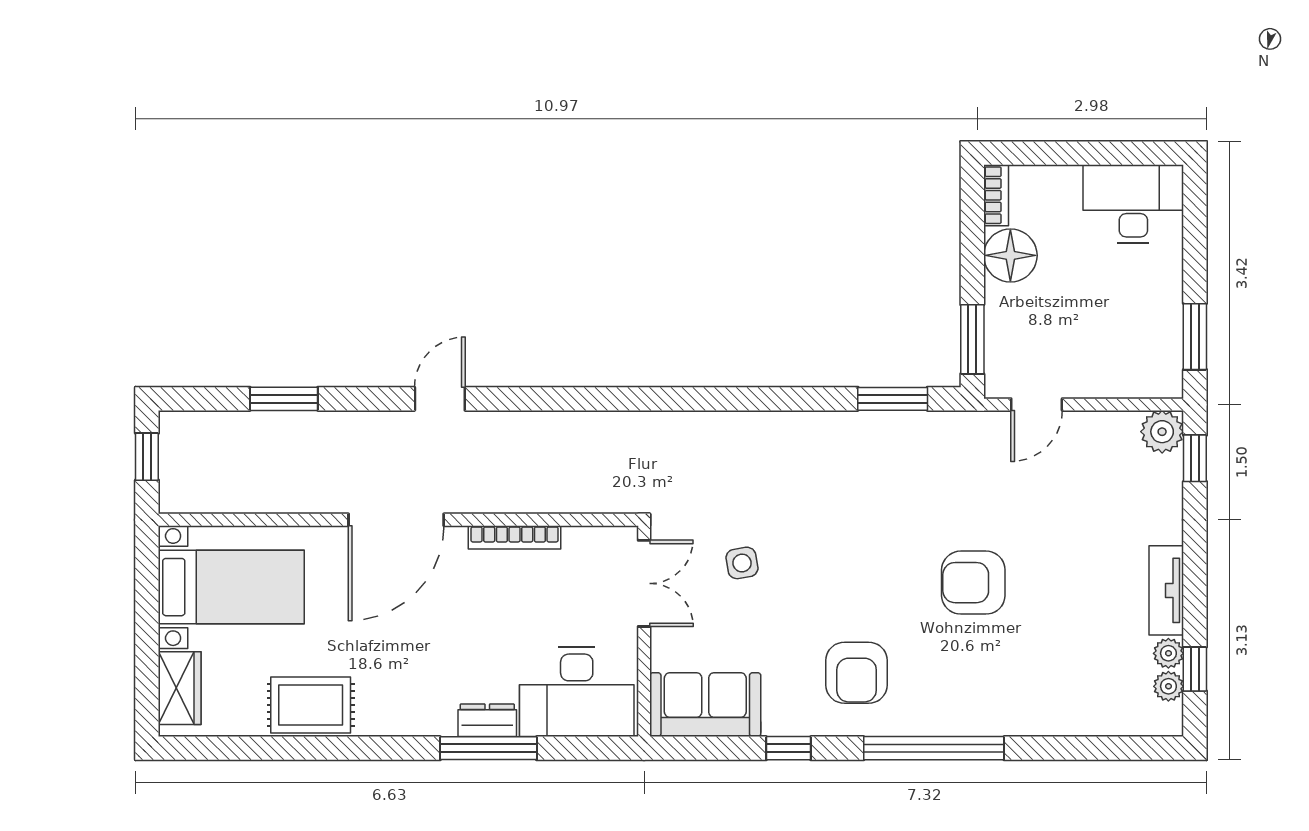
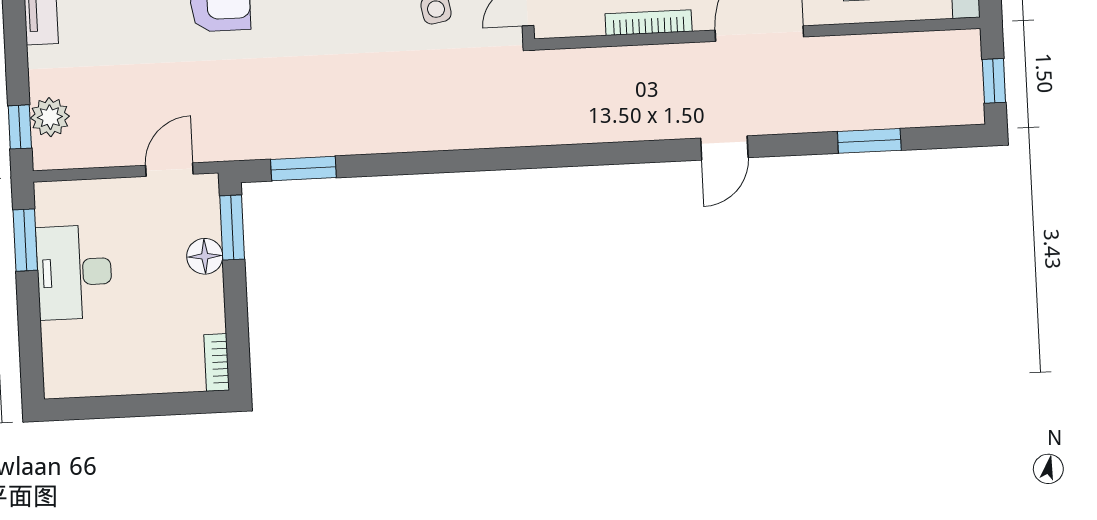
desk: (1133, 204) -> (74, 272), moved, turned 90
floor lamp: (1010, 255) -> (205, 256), moved, width x0.73, depth x0.73
plant: (1162, 432) -> (50, 117), moved

